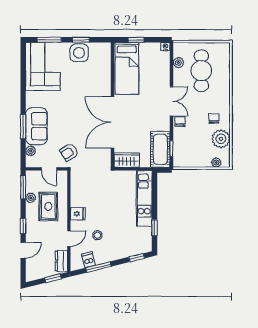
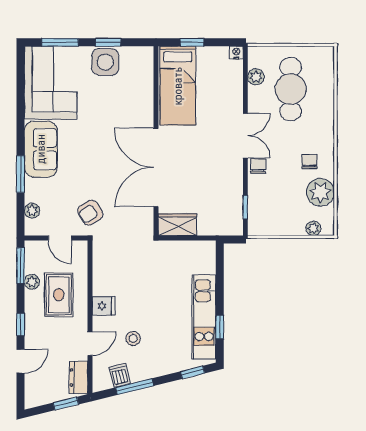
sofa: (36, 126) -> (41, 149), moved
cot: (160, 149) -> (228, 208), removed
kitchen unit: (144, 198) -> (204, 317), moved

